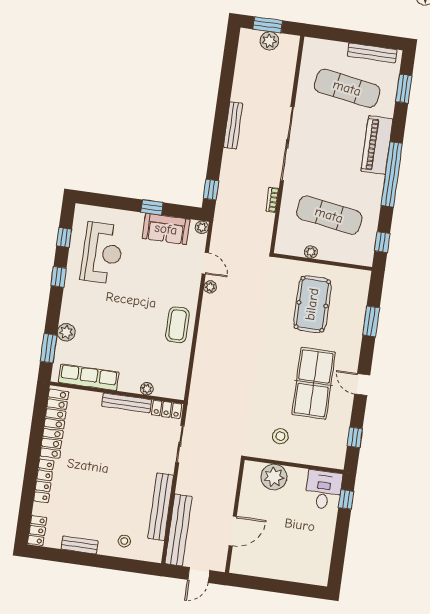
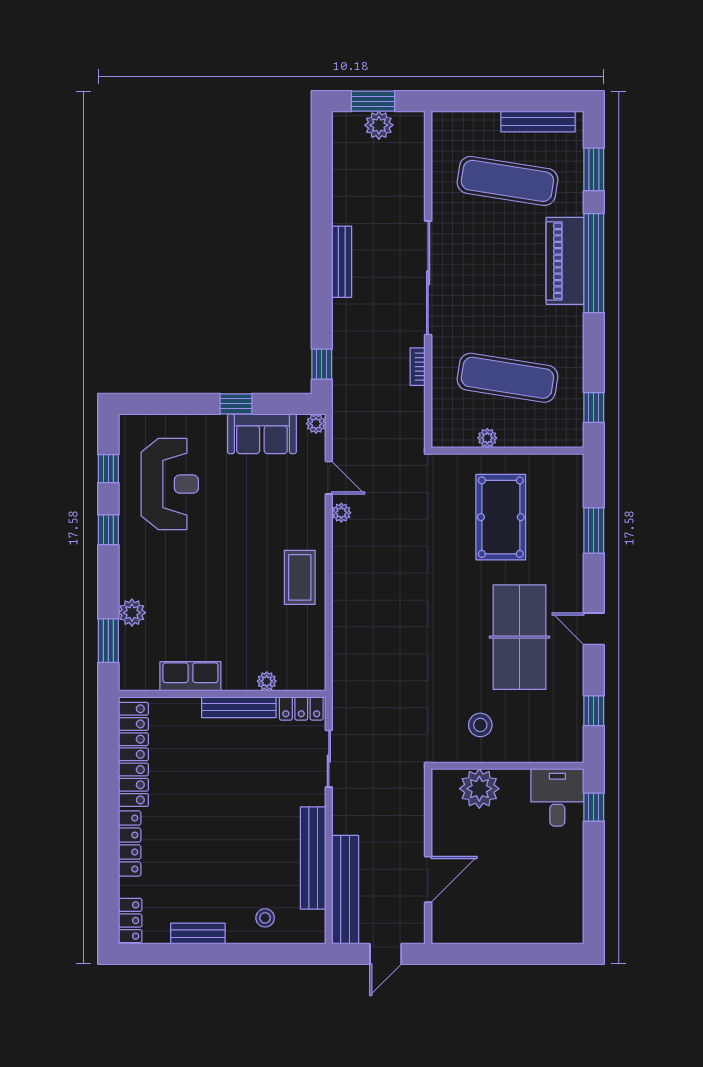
window: (392, 174) -> (594, 263), moved
row of seats: (89, 377) -> (190, 676), width x0.68

